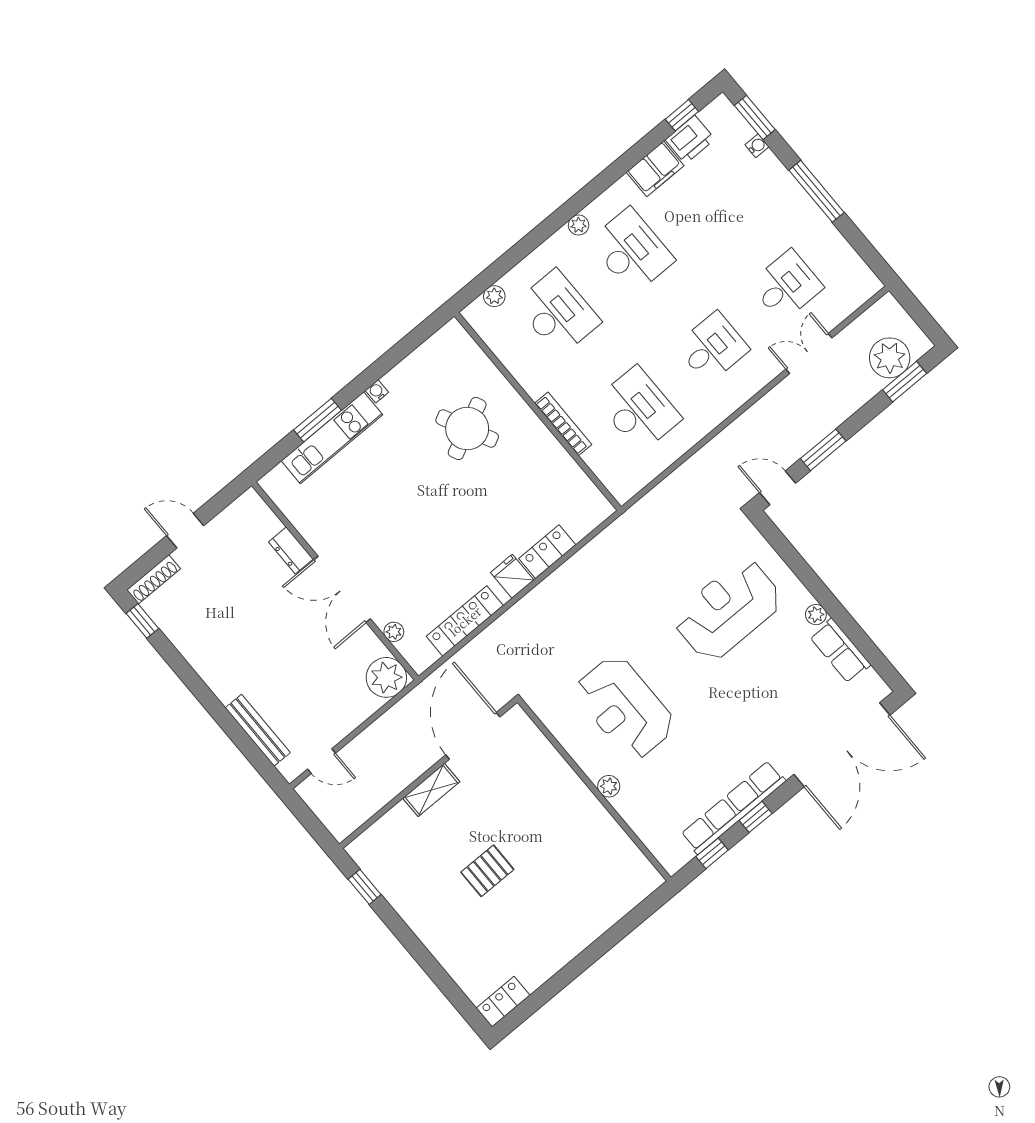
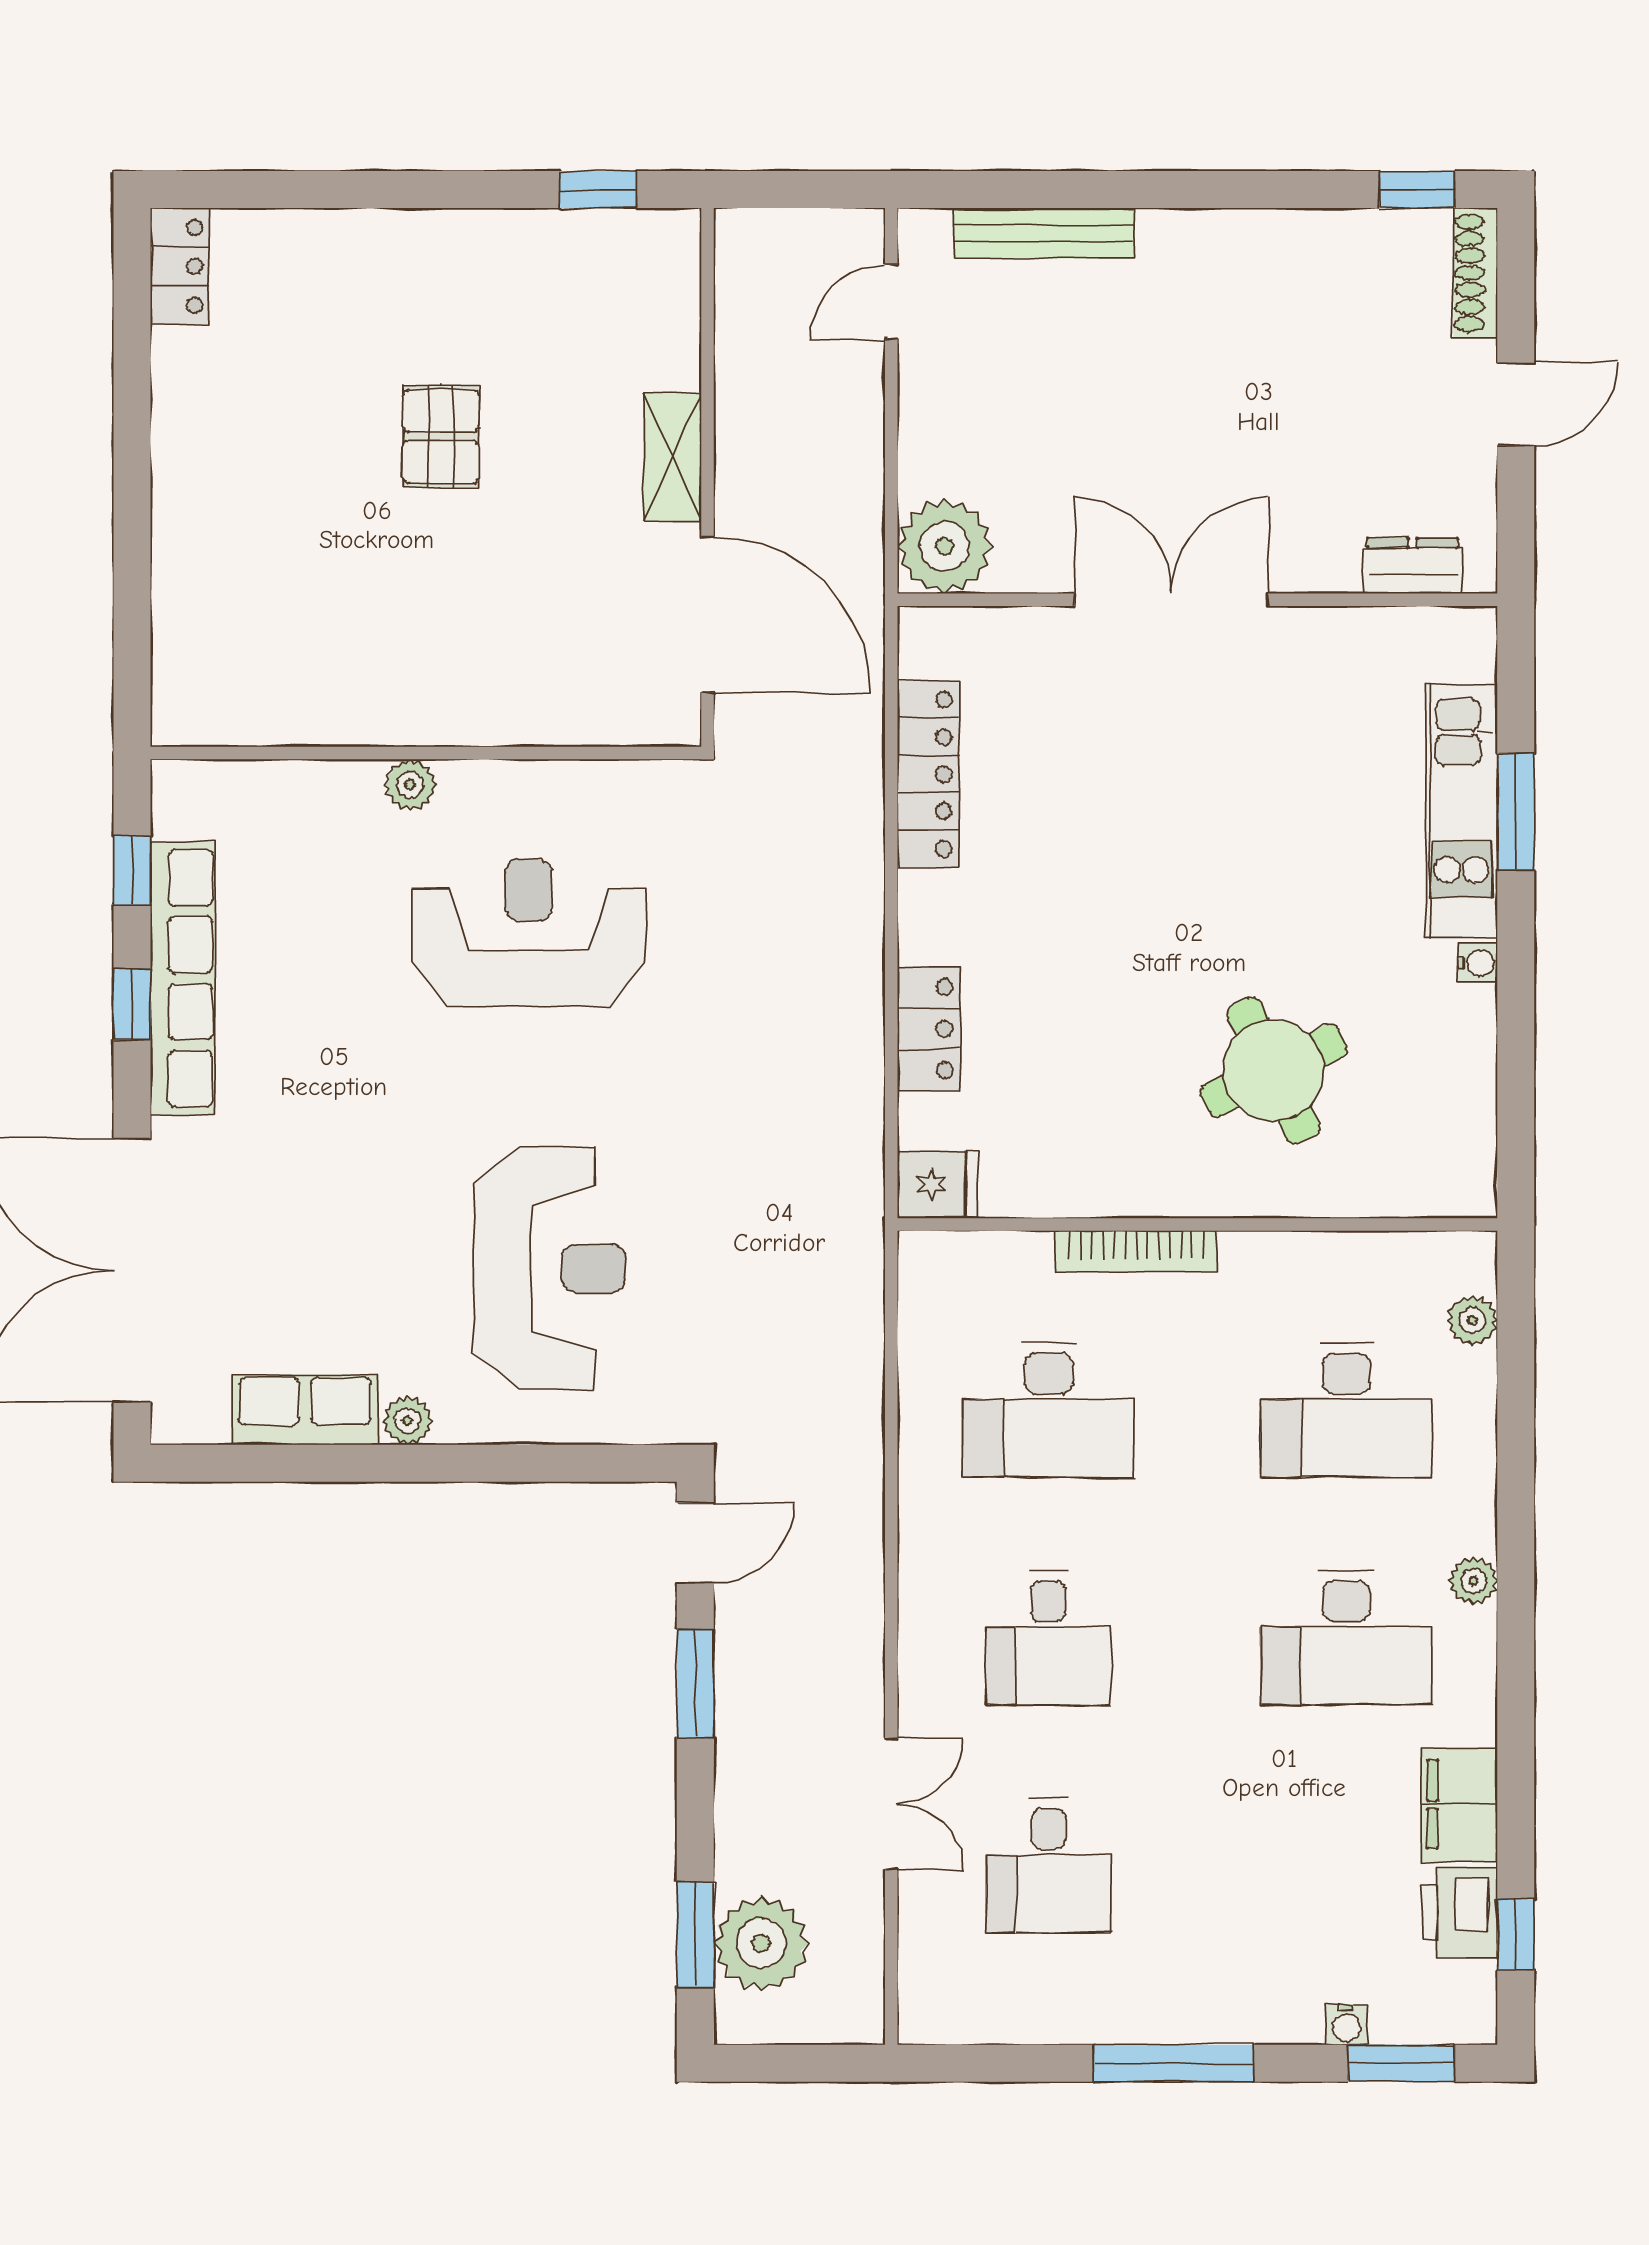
dresser: (291, 550) -> (1413, 566), moved
fridge: (512, 576) -> (937, 1185), moved
plant: (394, 632) -> (1016, 629), removed

